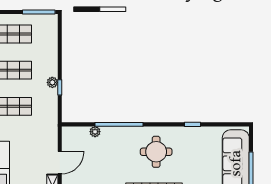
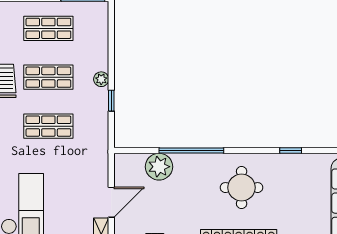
plant: (52, 82) -> (101, 79), moved
plant: (95, 132) -> (159, 167), width x1.88, depth x1.88

